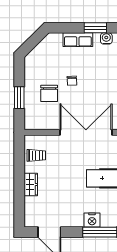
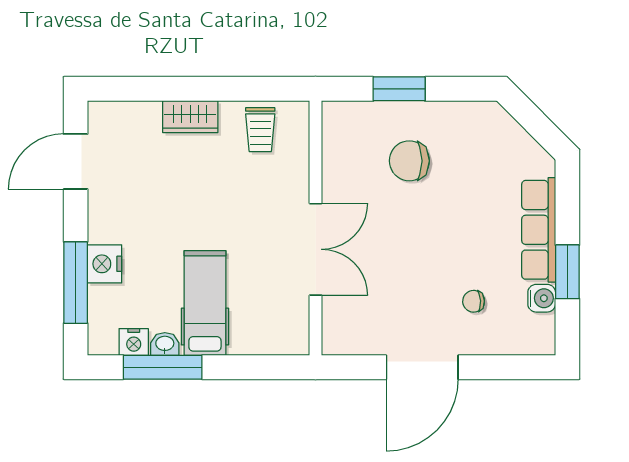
row of seats: (78, 40) -> (539, 230), width x1.48
chair: (72, 81) -> (474, 301), moved
double door: (86, 132) -> (316, 249), width x0.73

